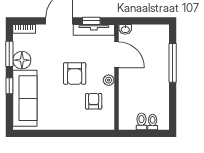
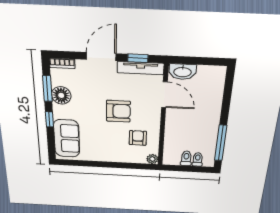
washbasin: (125, 29) -> (182, 72), width x1.91, depth x1.45
window: (173, 63) -> (221, 143), moved
armchair: (75, 74) -> (118, 111), turned -90
plant: (109, 80) -> (152, 159), moved
sofa: (25, 98) -> (67, 138), width x0.73

